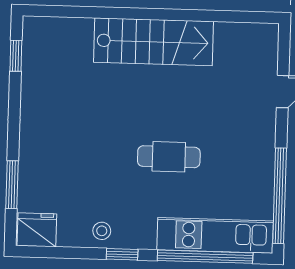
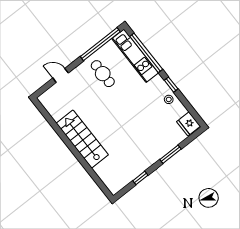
window: (16, 56) -> (140, 178), moved
cafe table: (169, 157) -> (103, 74), moved
window: (12, 185) -> (170, 154), moved

